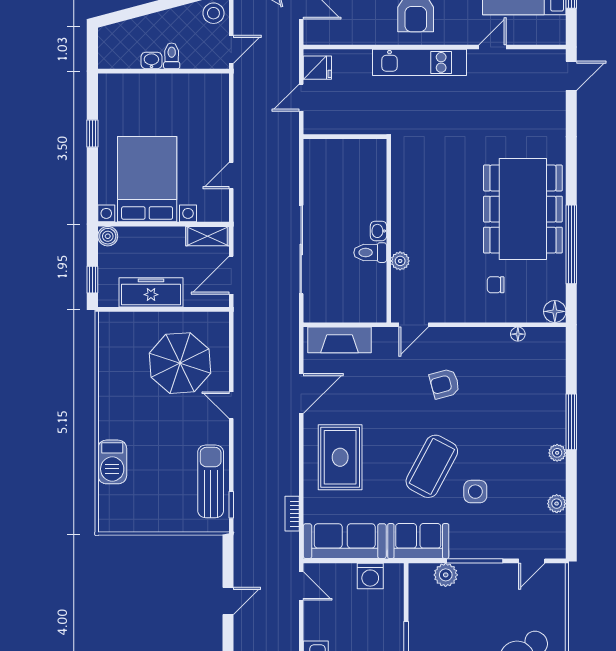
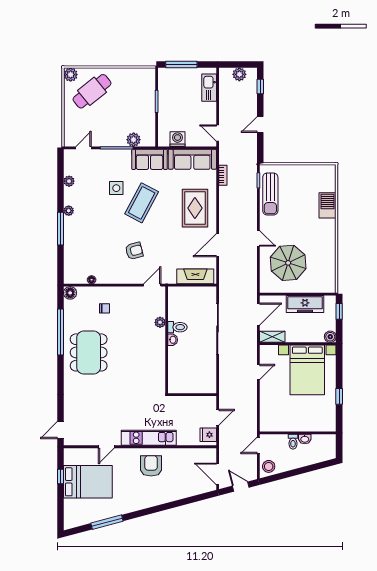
dining table: (523, 209) -> (89, 352), width x0.73, depth x0.80

